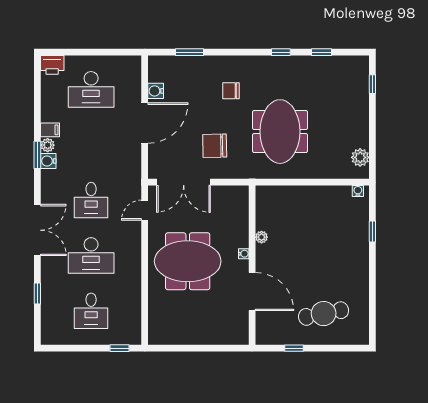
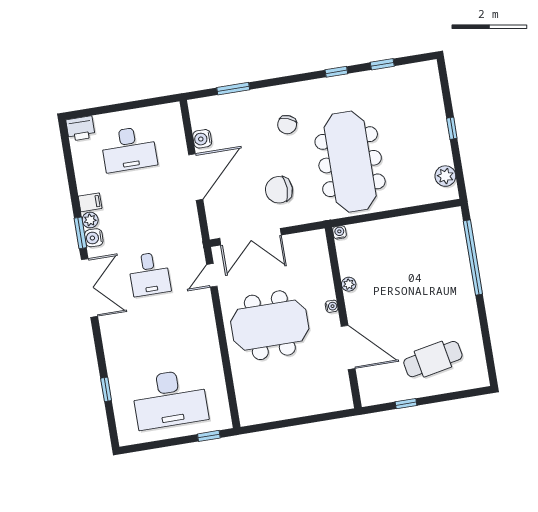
window: (372, 84) -> (452, 128), moved
chair: (231, 91) -> (287, 125), turned -69
meeting table: (280, 132) -> (350, 162), width x1.36
water cooler: (358, 191) -> (339, 232), moved
double door: (37, 230) -> (89, 288), moved
window: (372, 232) -> (473, 257), width x3.17
desk: (91, 255) -> (160, 337), removed
desk: (91, 311) -> (170, 399), width x1.87, depth x1.30

